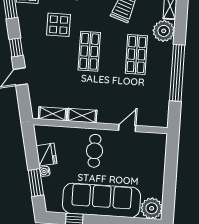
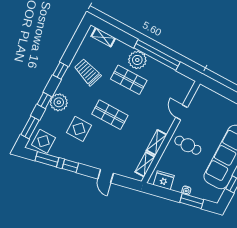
plant: (164, 31) -> (137, 60), moved
window: (16, 47) -> (70, 166), moved
fridge: (46, 155) -> (164, 180), moved

